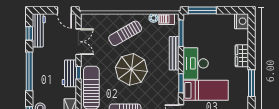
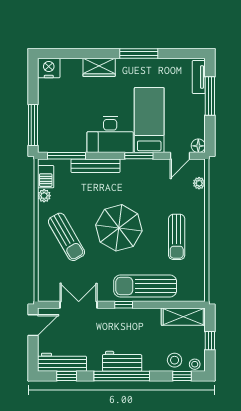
workbench: (69, 73) -> (122, 361), moved, turned 180

